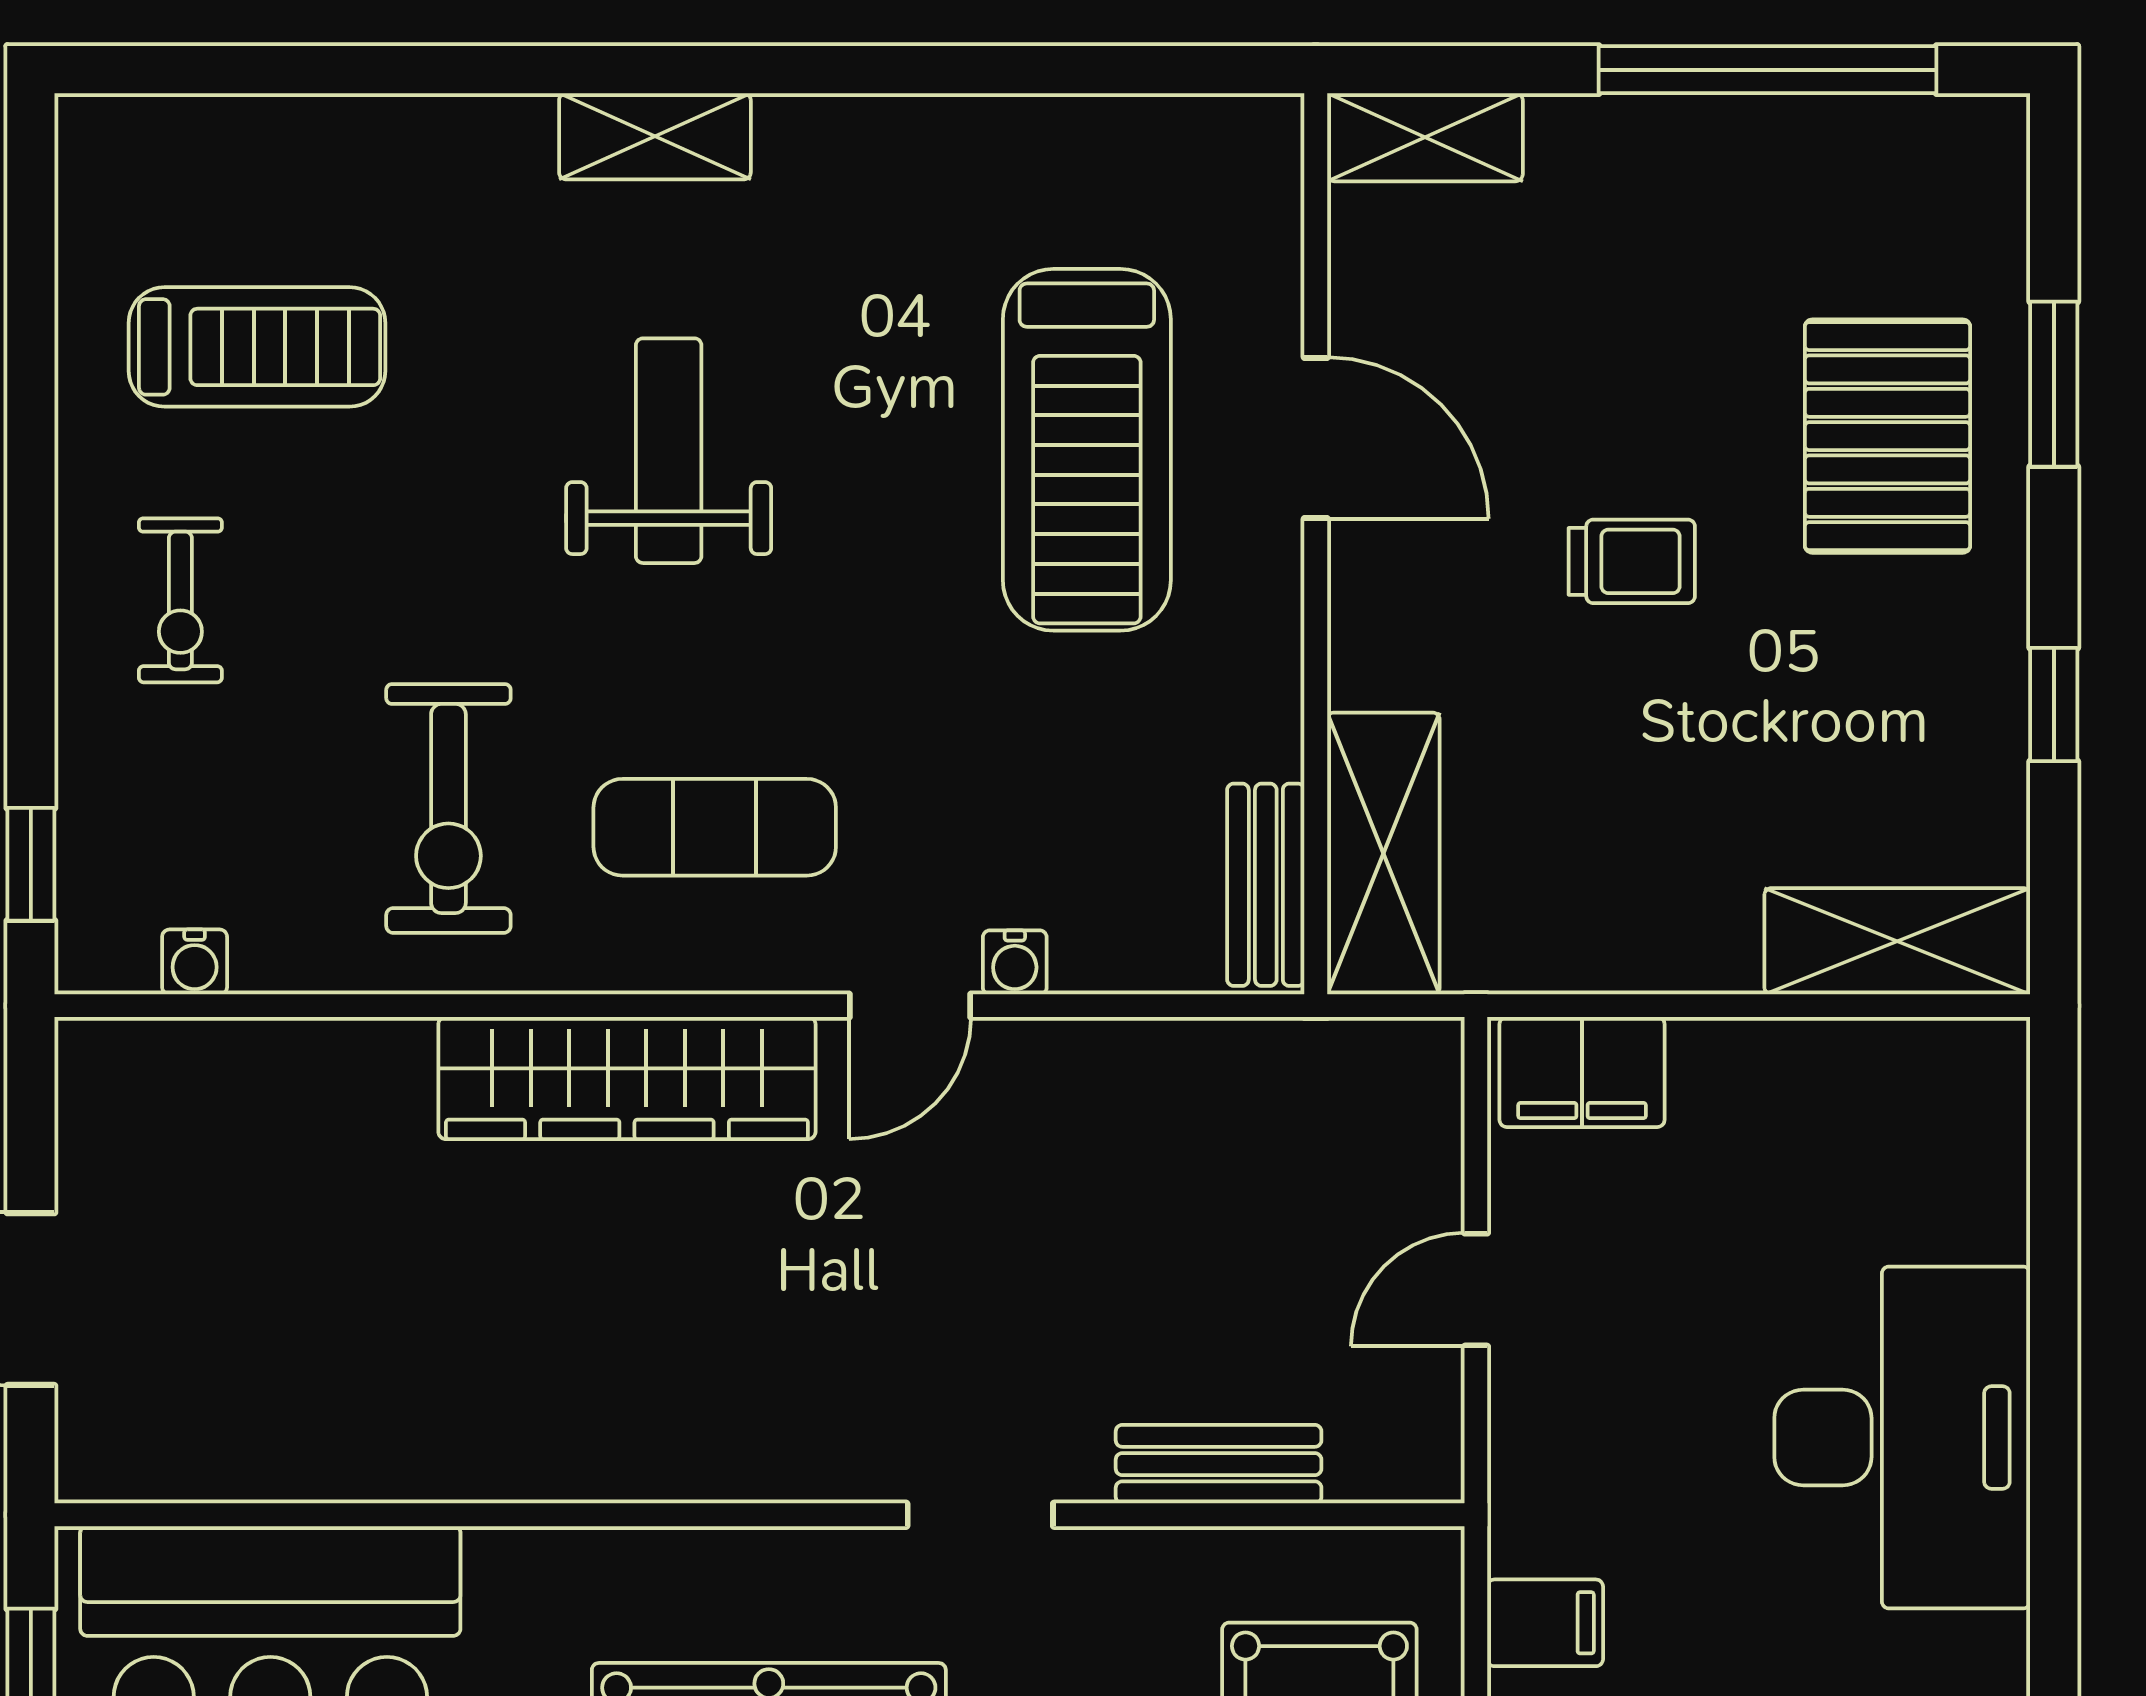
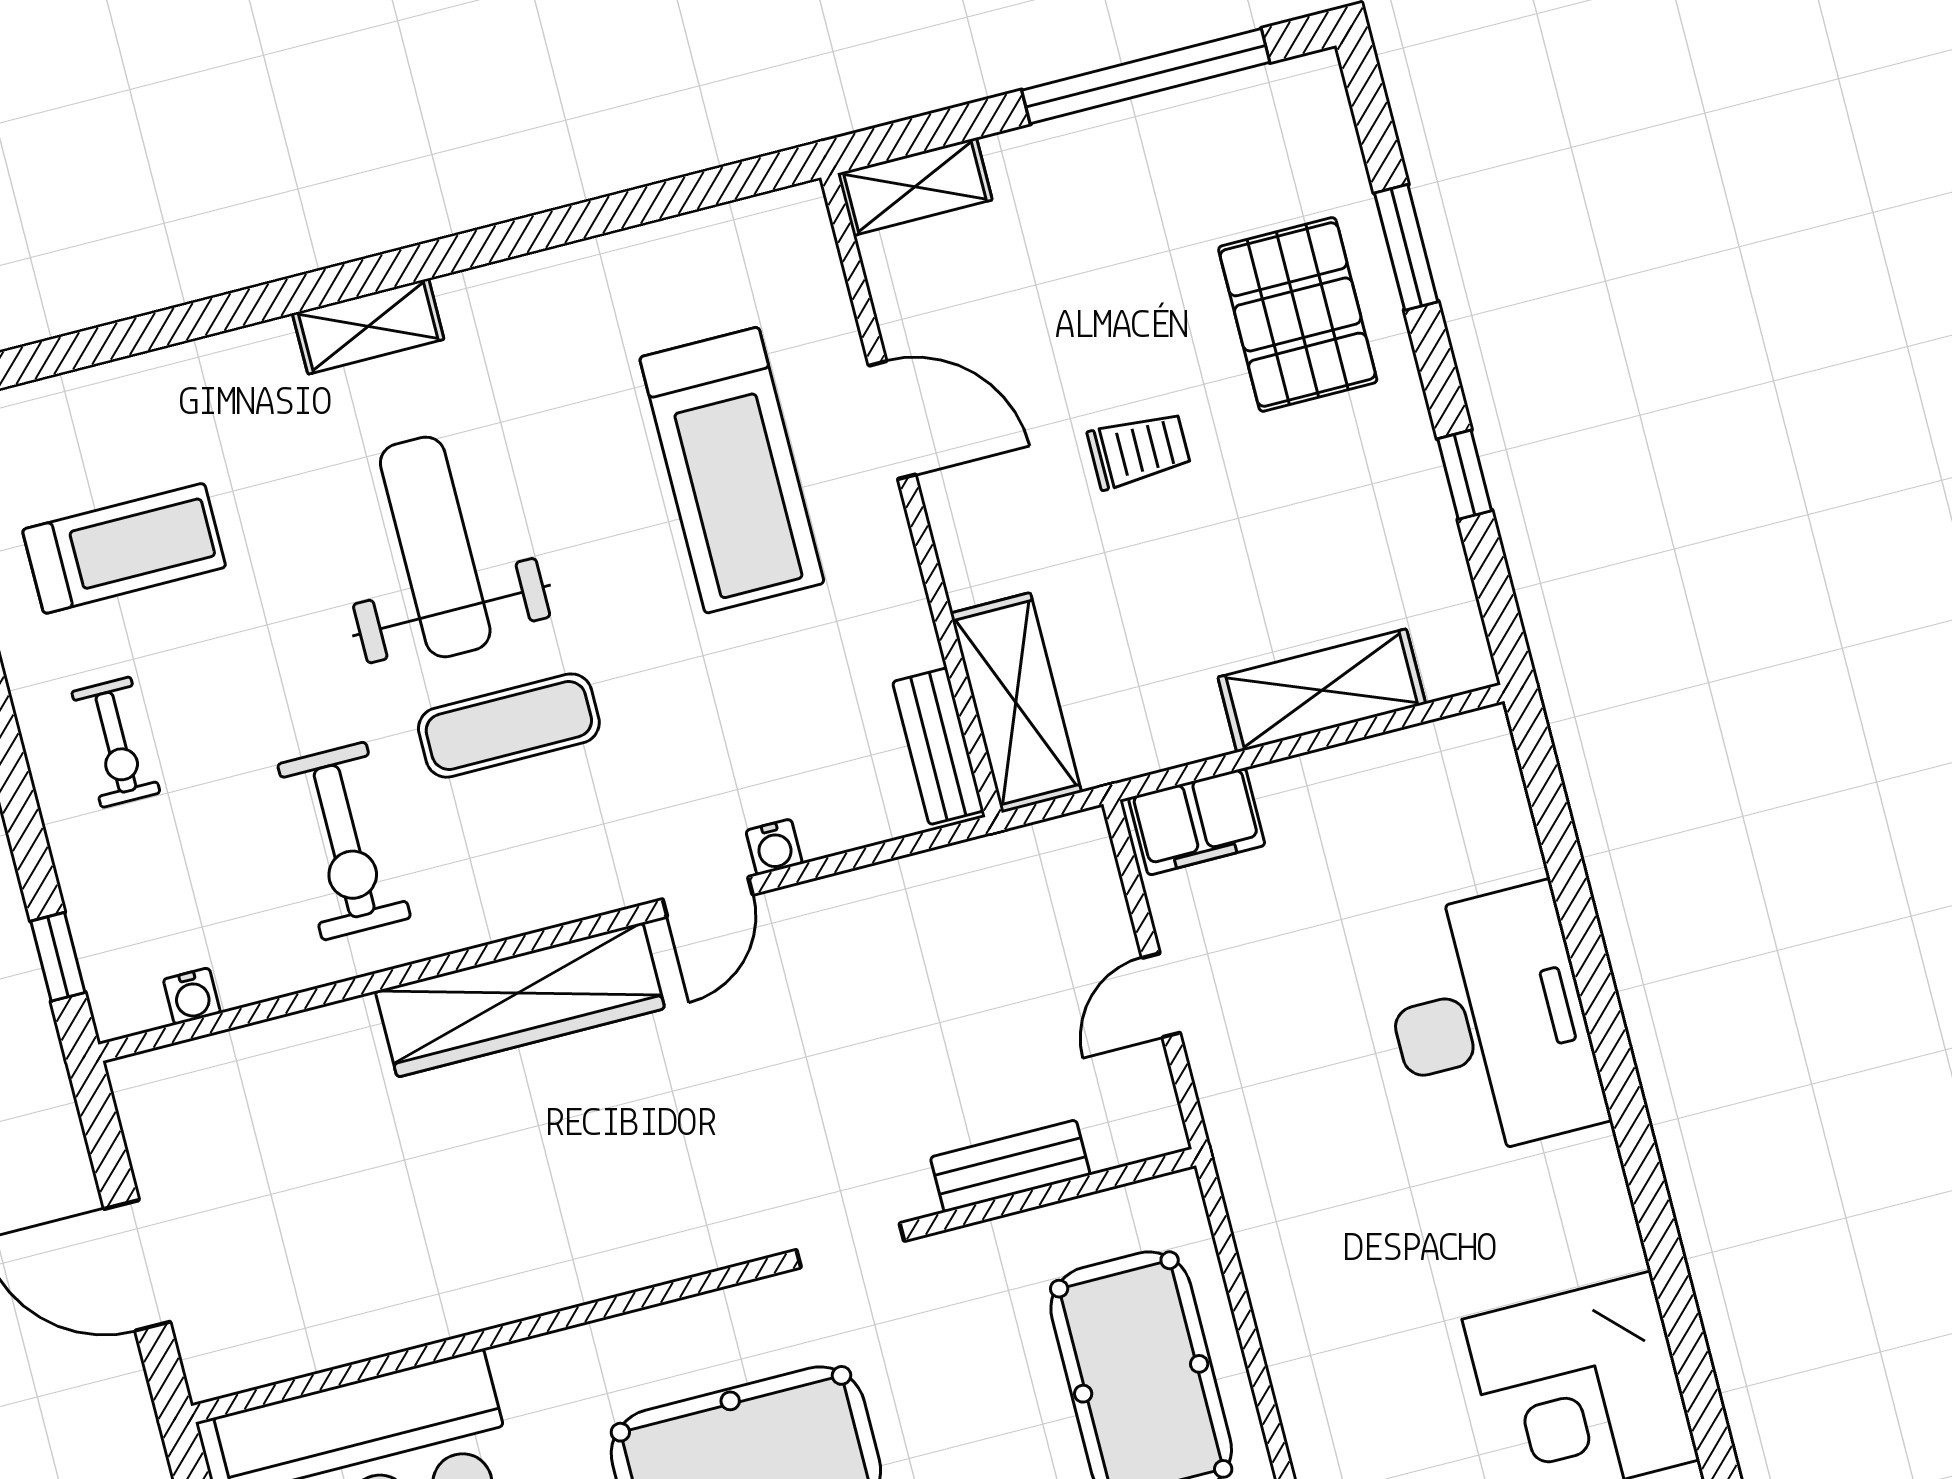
weight bench: (669, 451) -> (435, 547), width x1.36, depth x1.33
exercise mat: (715, 827) -> (509, 726), moved
shelving: (1897, 941) -> (1322, 690), moved
filing cabinet: (1545, 1623) -> (1271, 1219), removed

